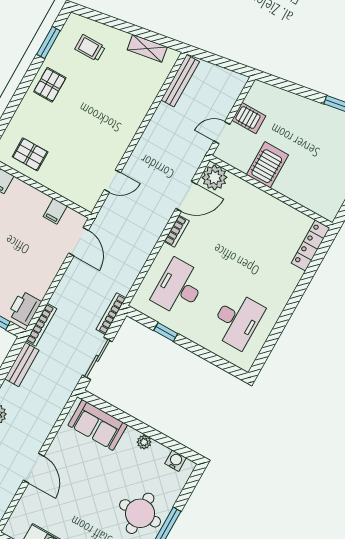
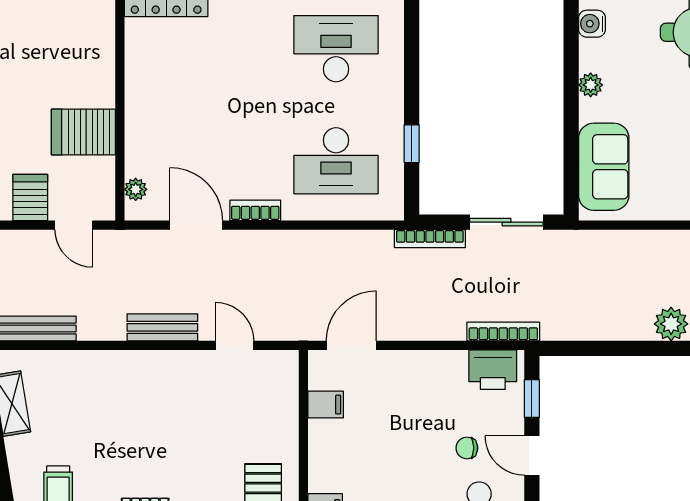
plant: (214, 177) -> (136, 189), width x0.53, depth x0.53
bench: (22, 364) -> (162, 327), moved

